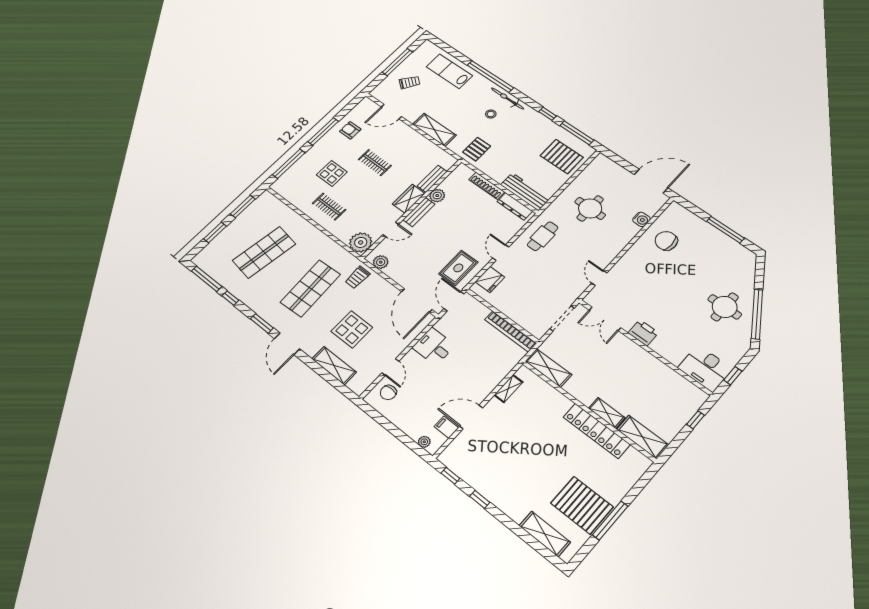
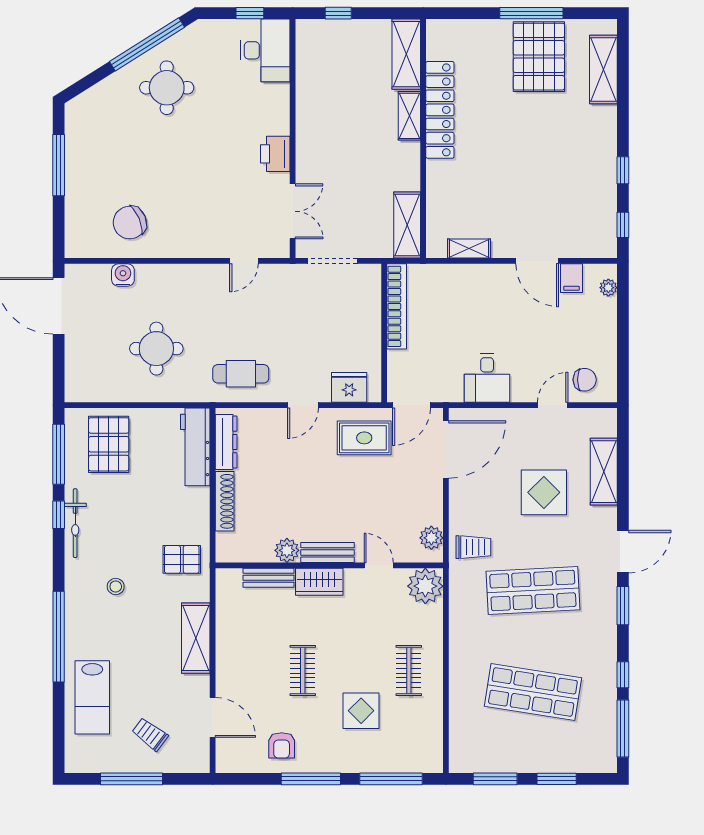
bicycle: (508, 99) -> (75, 523), moved
chair: (666, 241) -> (130, 223), turned 67

